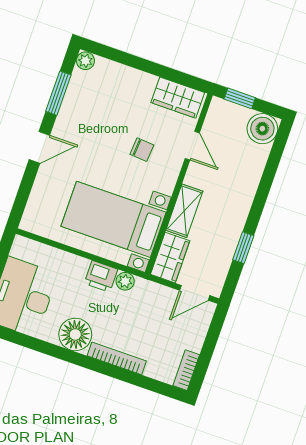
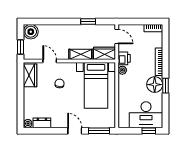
dresser: (77, 88) -> (42, 123), added
window: (58, 93) -> (99, 131), moved
door: (192, 146) -> (50, 61), hinge flipped
printer: (101, 276) -> (124, 58), moved
window: (66, 355) -> (165, 86), added

